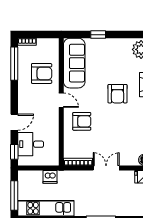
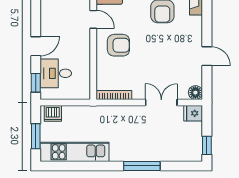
double door: (106, 168) -> (161, 102), moved
dishwasher: (50, 177) -> (53, 113), moved
window: (14, 195) -> (36, 136), width x0.69

